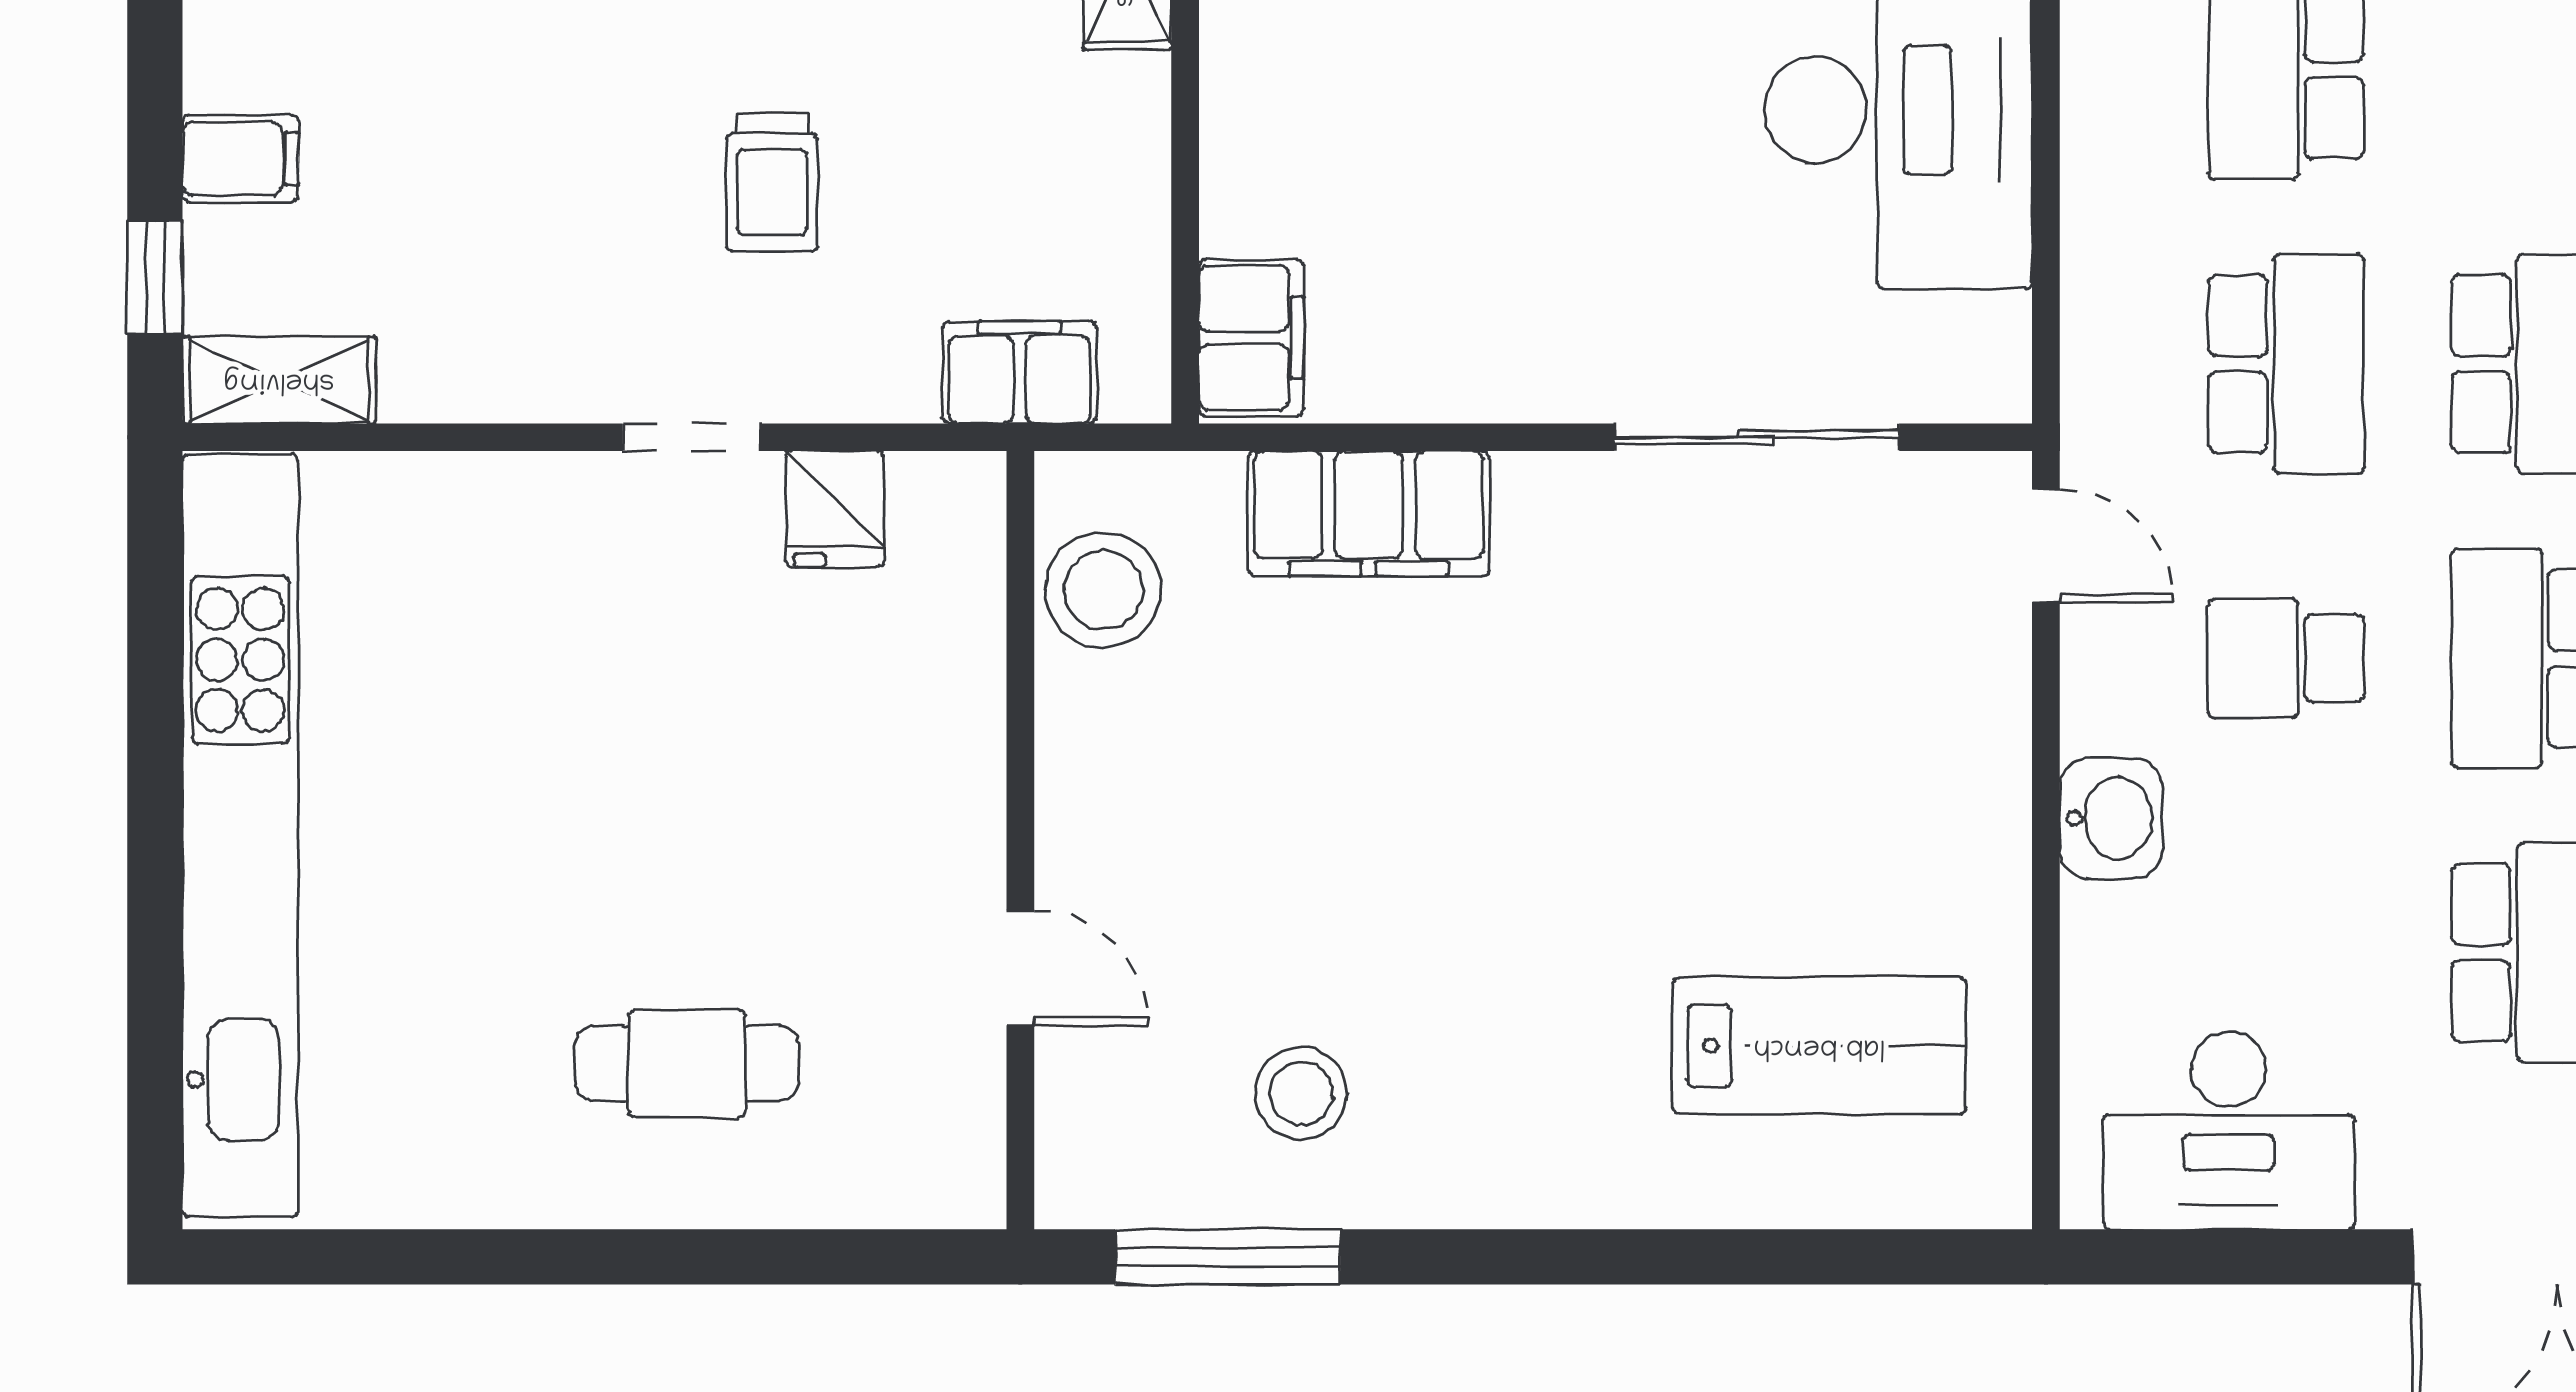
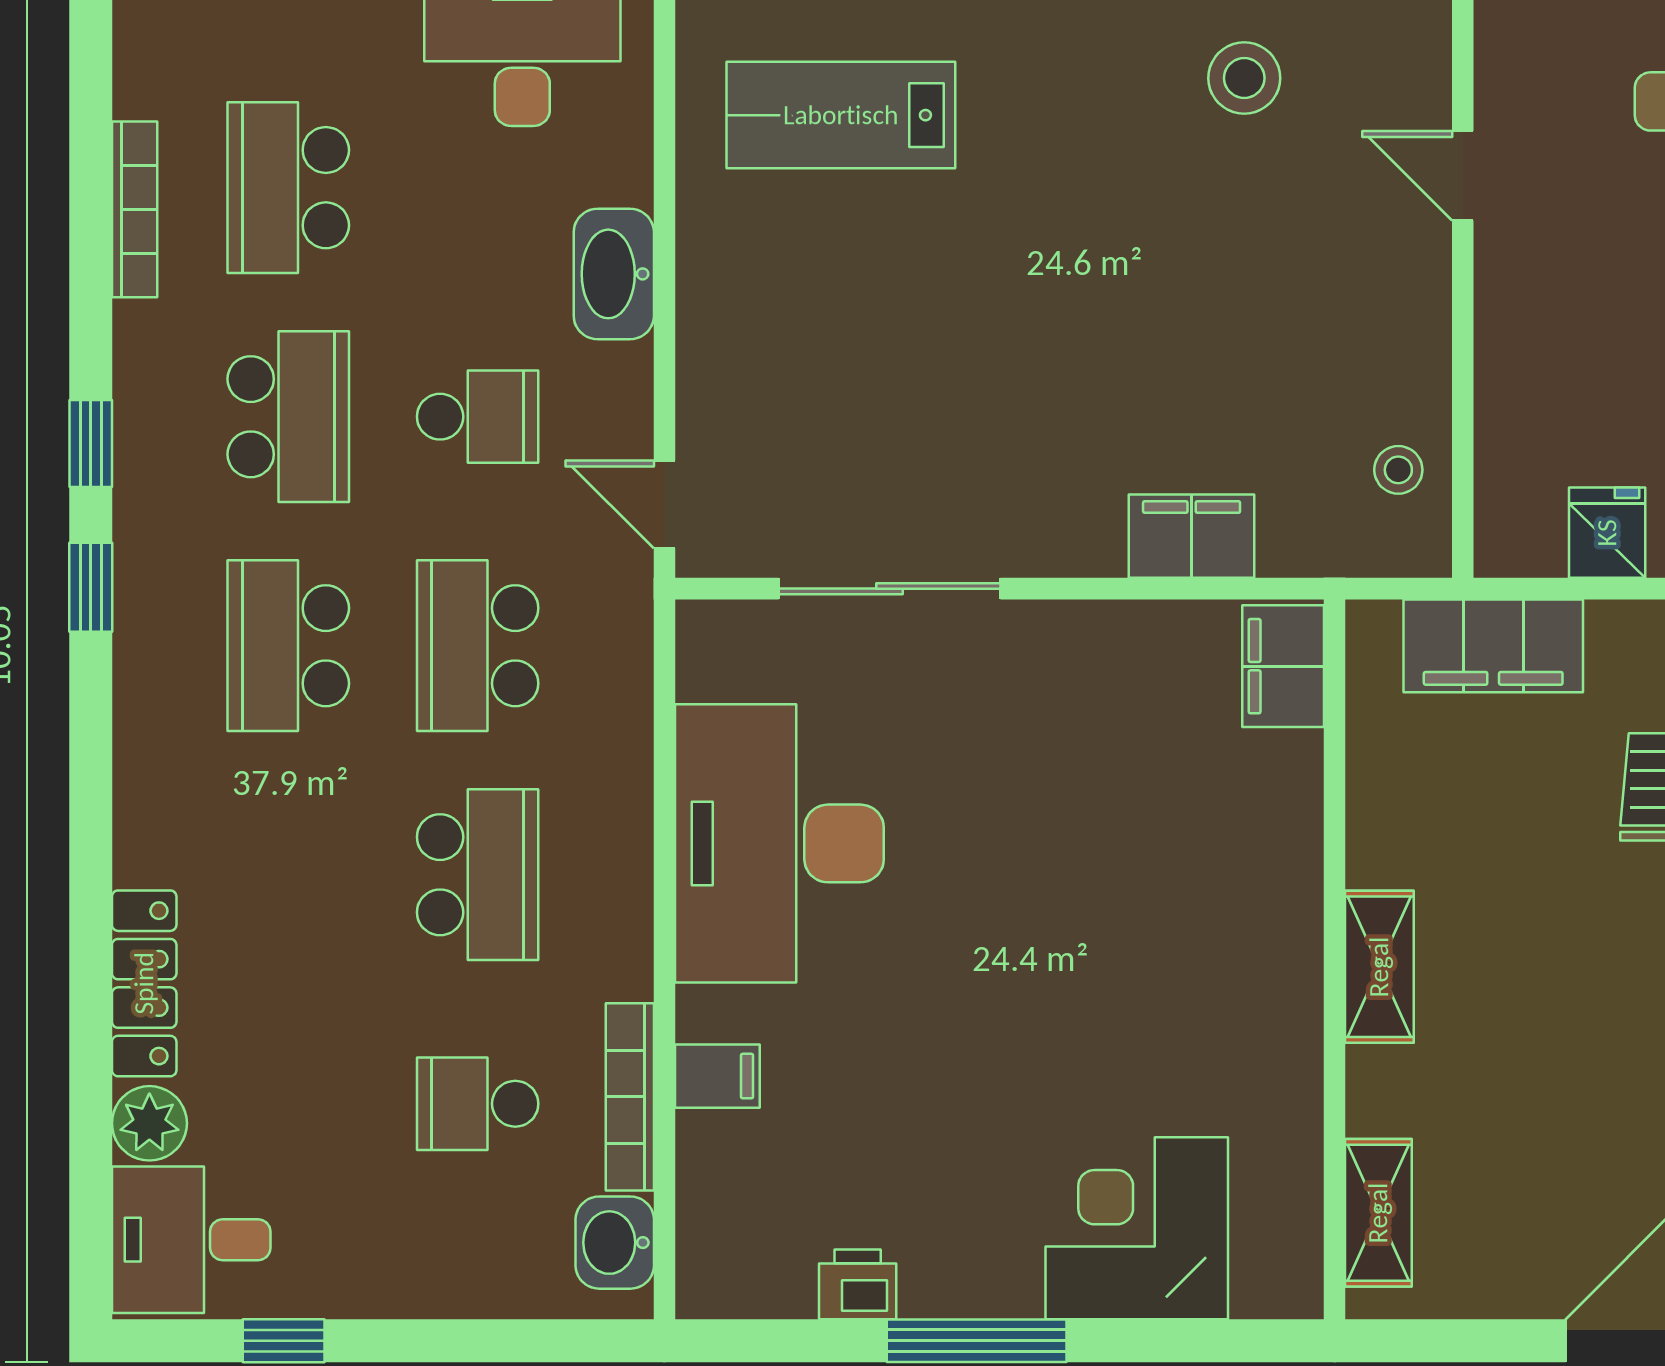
filing cabinet: (1020, 372) -> (1493, 646), width x1.50, depth x1.17
filing cabinet: (1369, 514) -> (1192, 536), width x0.67, depth x0.86
stool: (1103, 590) -> (1398, 470), width x0.53, depth x0.53
washbasin: (2111, 818) -> (614, 274), width x1.38

